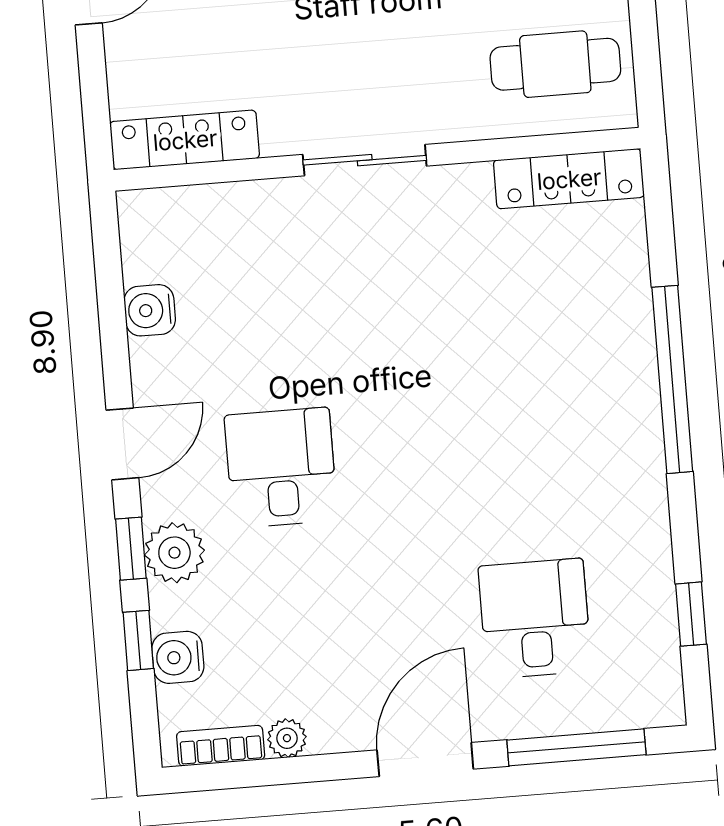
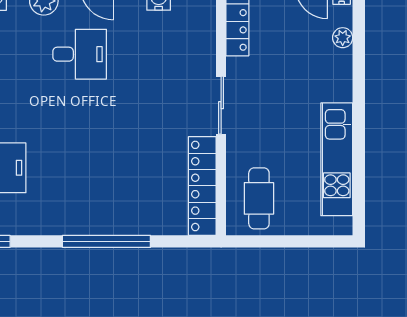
locker: (569, 179) -> (202, 186), width x1.41, depth x1.21

